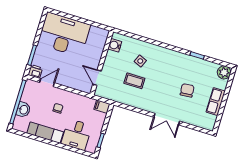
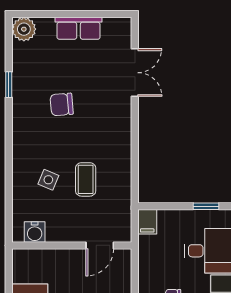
chair: (187, 90) -> (62, 104), moved
double door: (167, 119) -> (135, 73), moved

